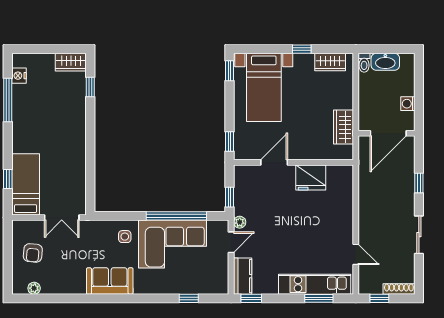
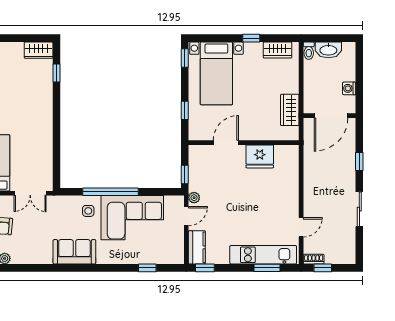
window: (229, 142) -> (185, 110), moved
window: (176, 216) -> (110, 192), moved
door: (356, 254) -> (301, 227), hinge flipped
shoe rack: (399, 289) -> (314, 259), moved, width x0.70

